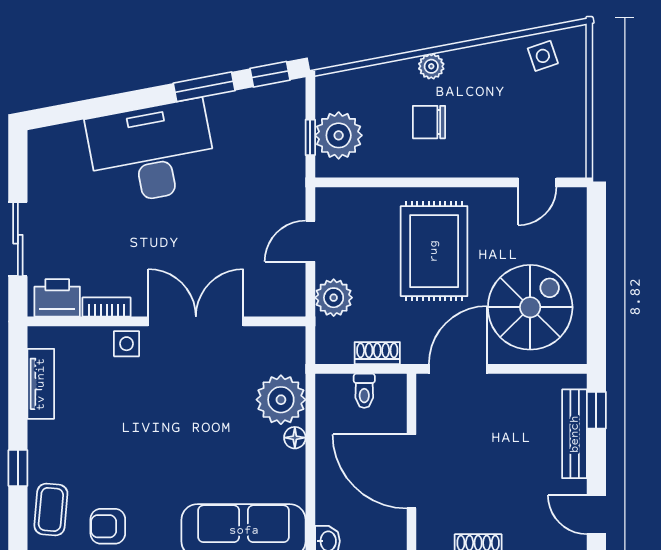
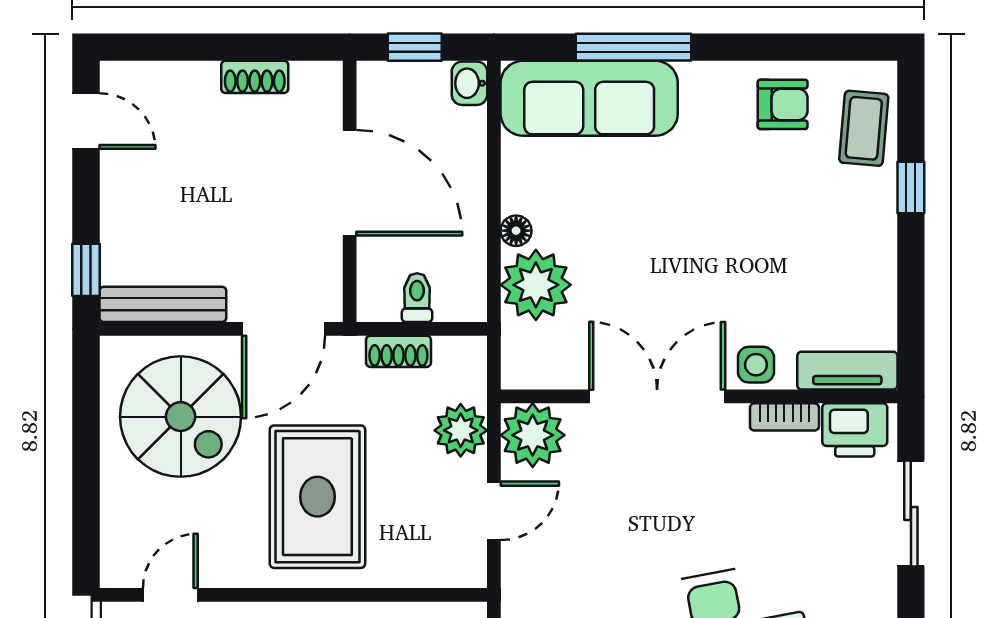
plant: (283, 294) -> (533, 435), added
spiral stairs: (530, 307) -> (181, 417), turned -90
double door: (196, 321) -> (657, 396), swing flipped
tv unit: (41, 384) -> (847, 371), moved, turned 90
bench: (575, 434) -> (163, 304), moved, turned 90

